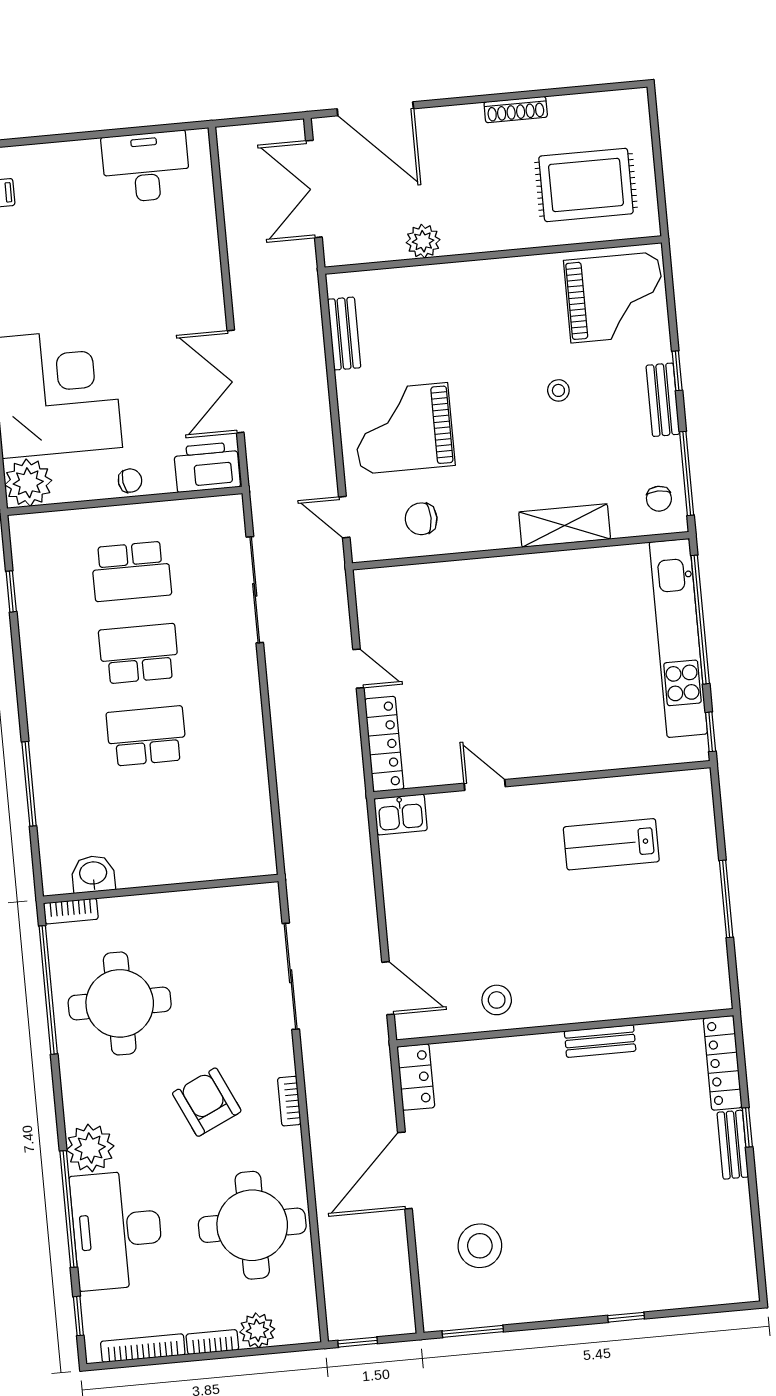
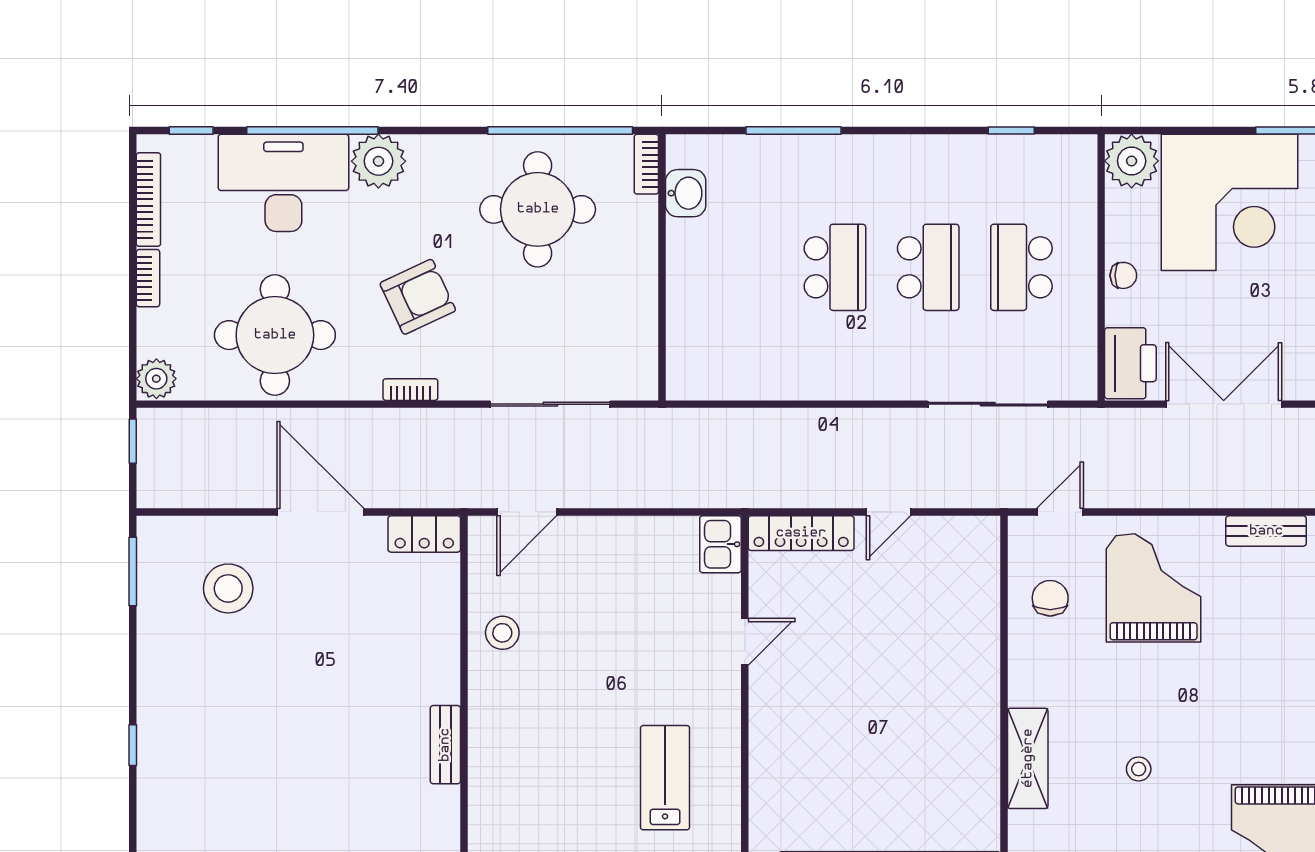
stool: (558, 390) -> (1139, 769), moved
chair: (130, 481) -> (1123, 275), turned -82
plant: (257, 1330) -> (156, 379), moved

